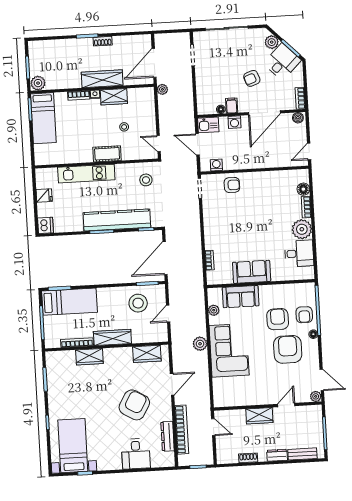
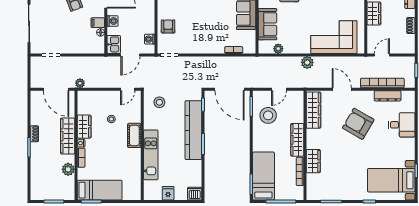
plant: (38, 83) -> (68, 169), moved
door: (168, 314) -> (279, 89), hinge flipped
corner sofa: (229, 350) -> (334, 37), moved
wardrobe: (147, 354) -> (314, 110), width x1.50

